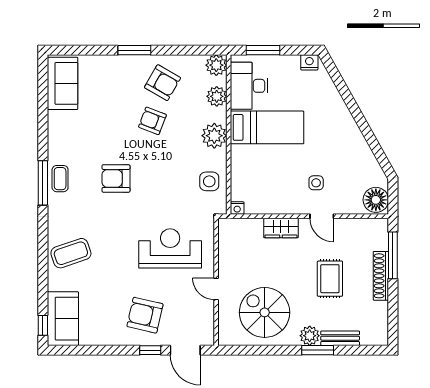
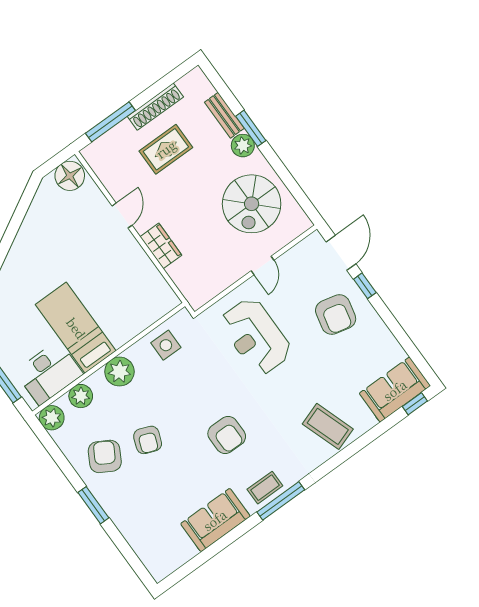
sofa: (62, 83) -> (215, 520), moved
side table: (316, 183) -> (94, 244), removed
nightstand: (237, 208) -> (172, 301), removed
shoe rack: (381, 276) -> (155, 107), moved
rug: (330, 279) -> (166, 149), moved

